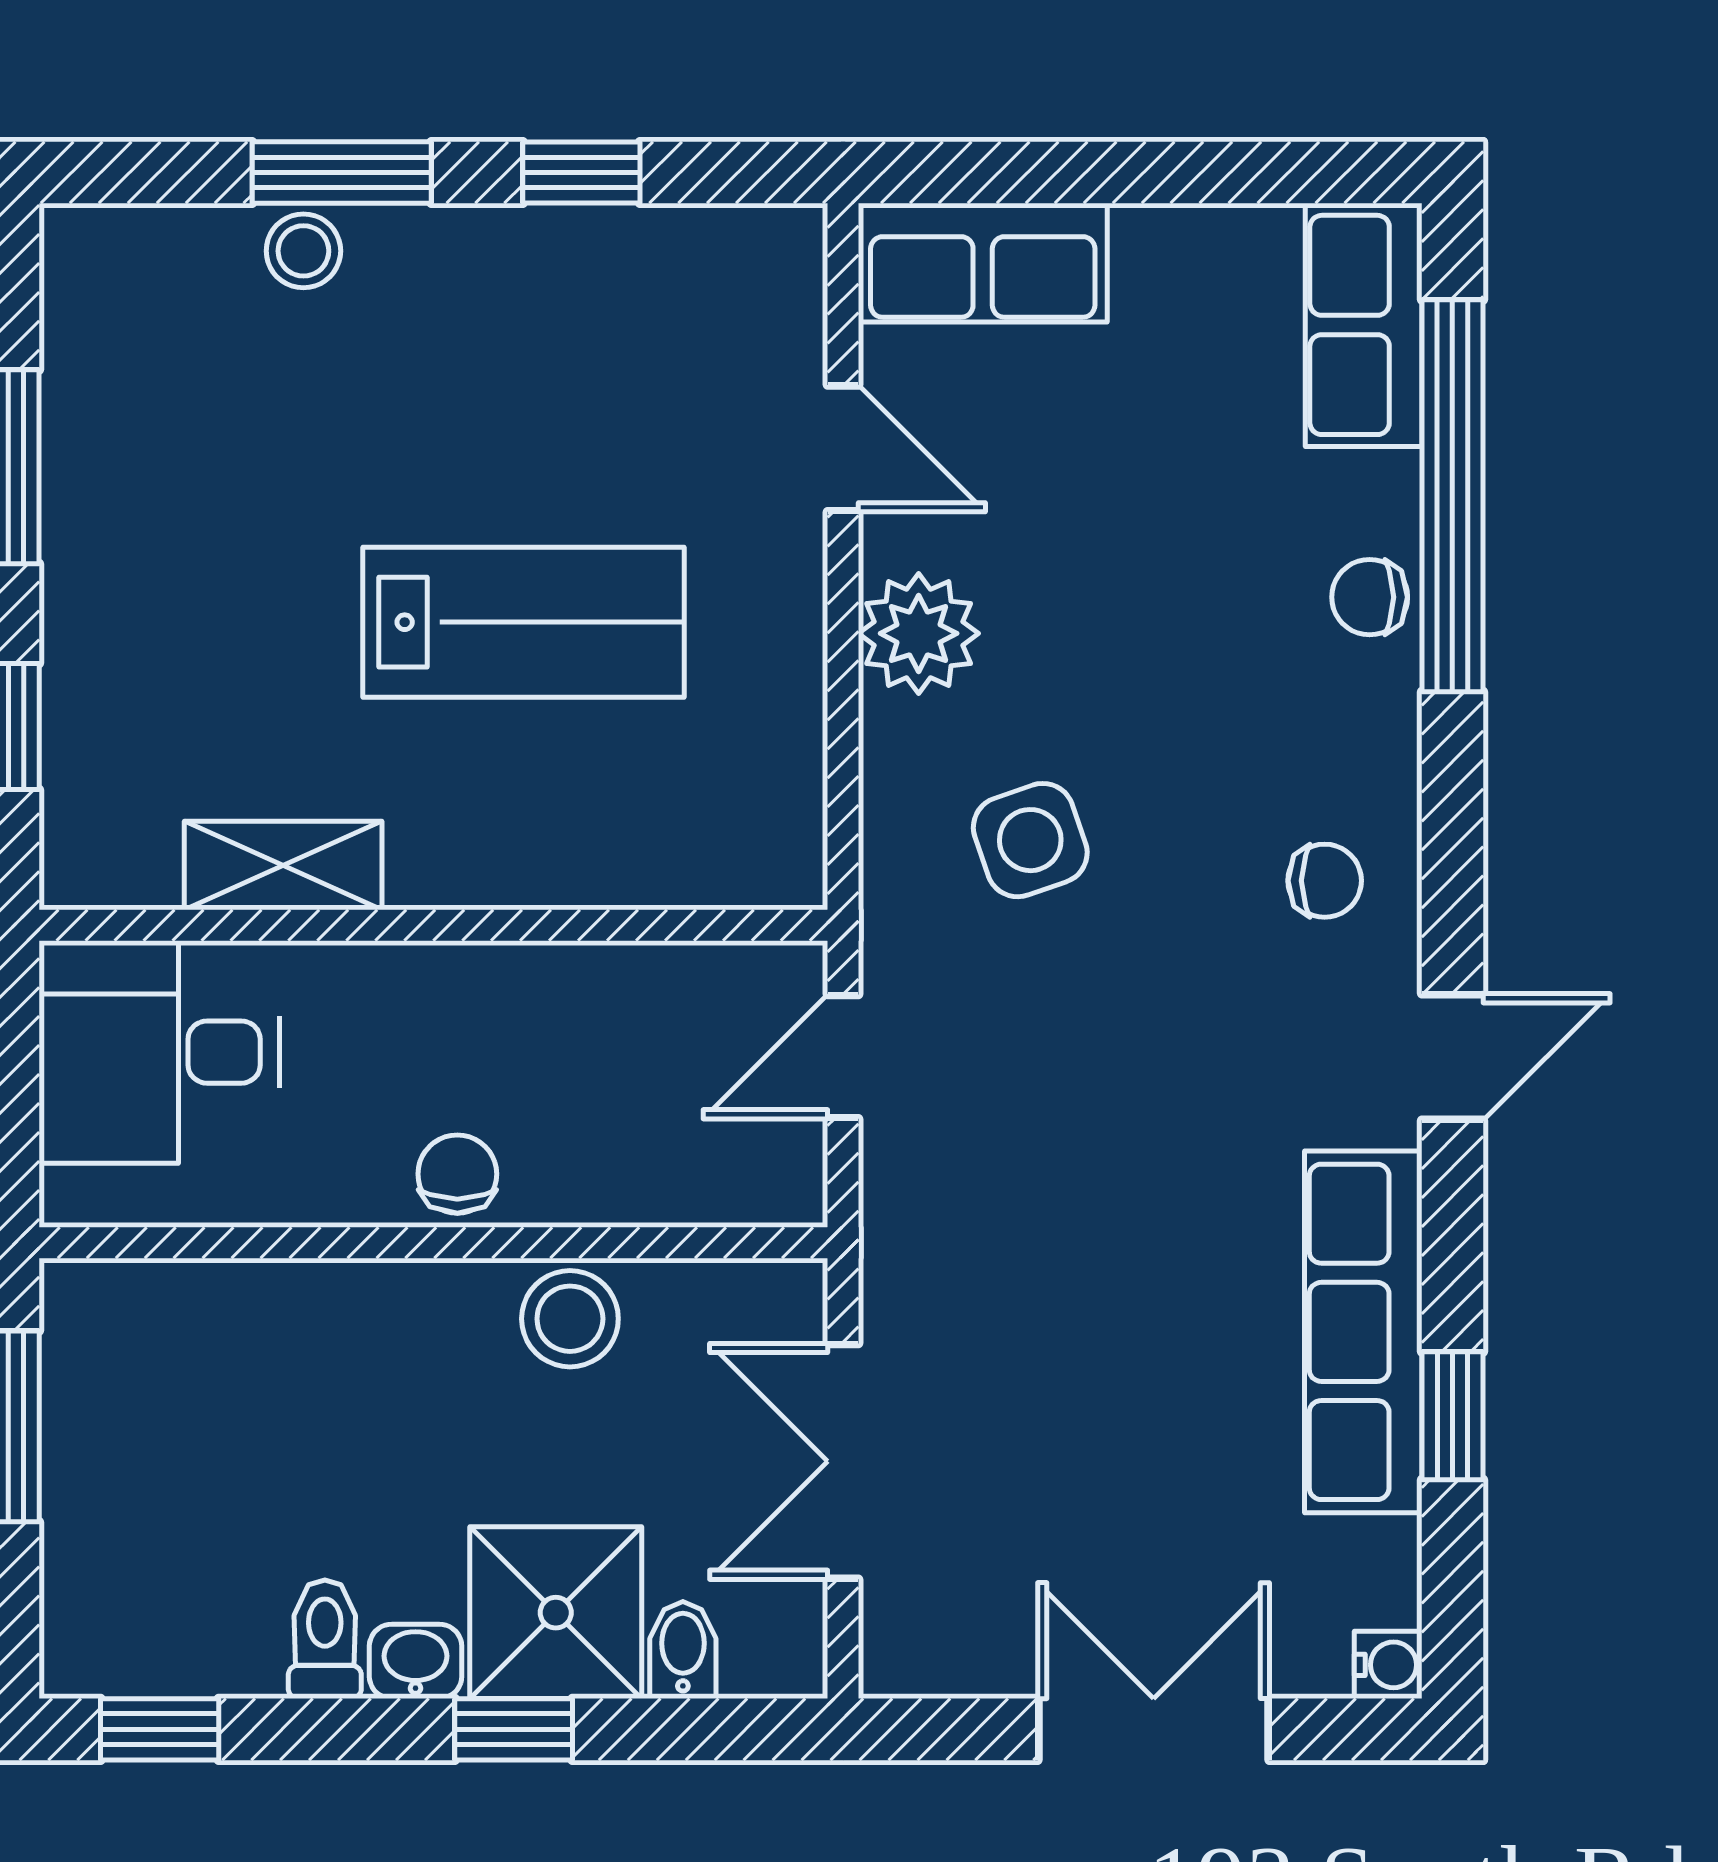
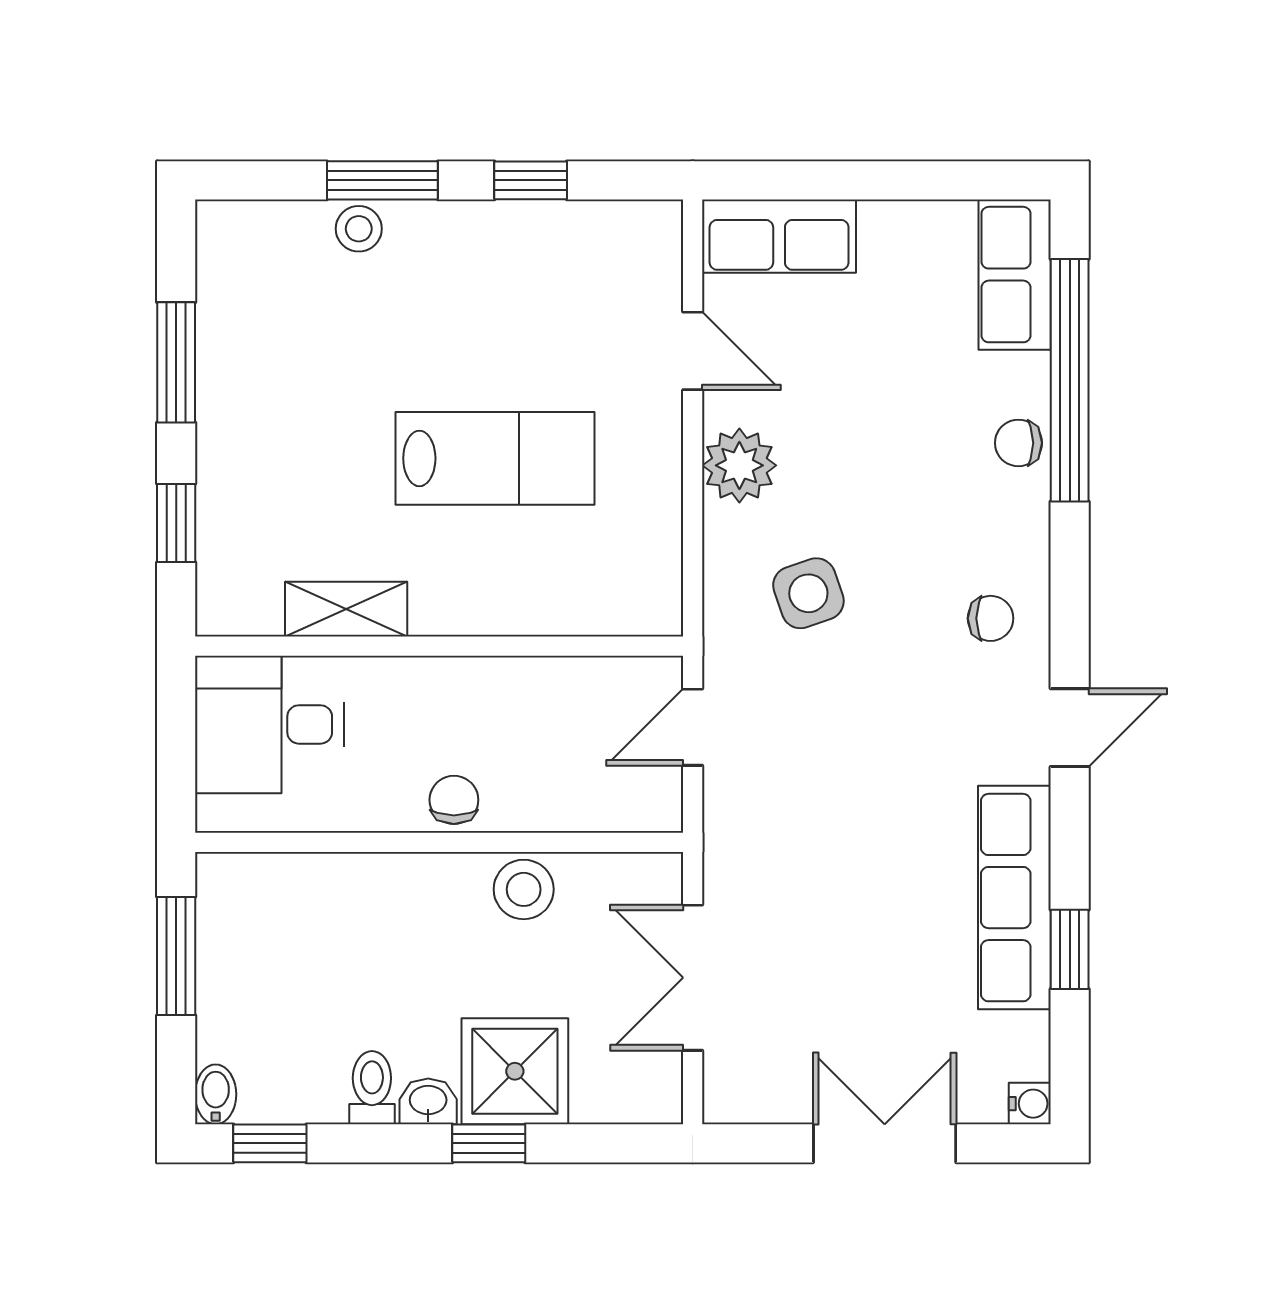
bidet: (683, 1650) -> (216, 1094), moved

